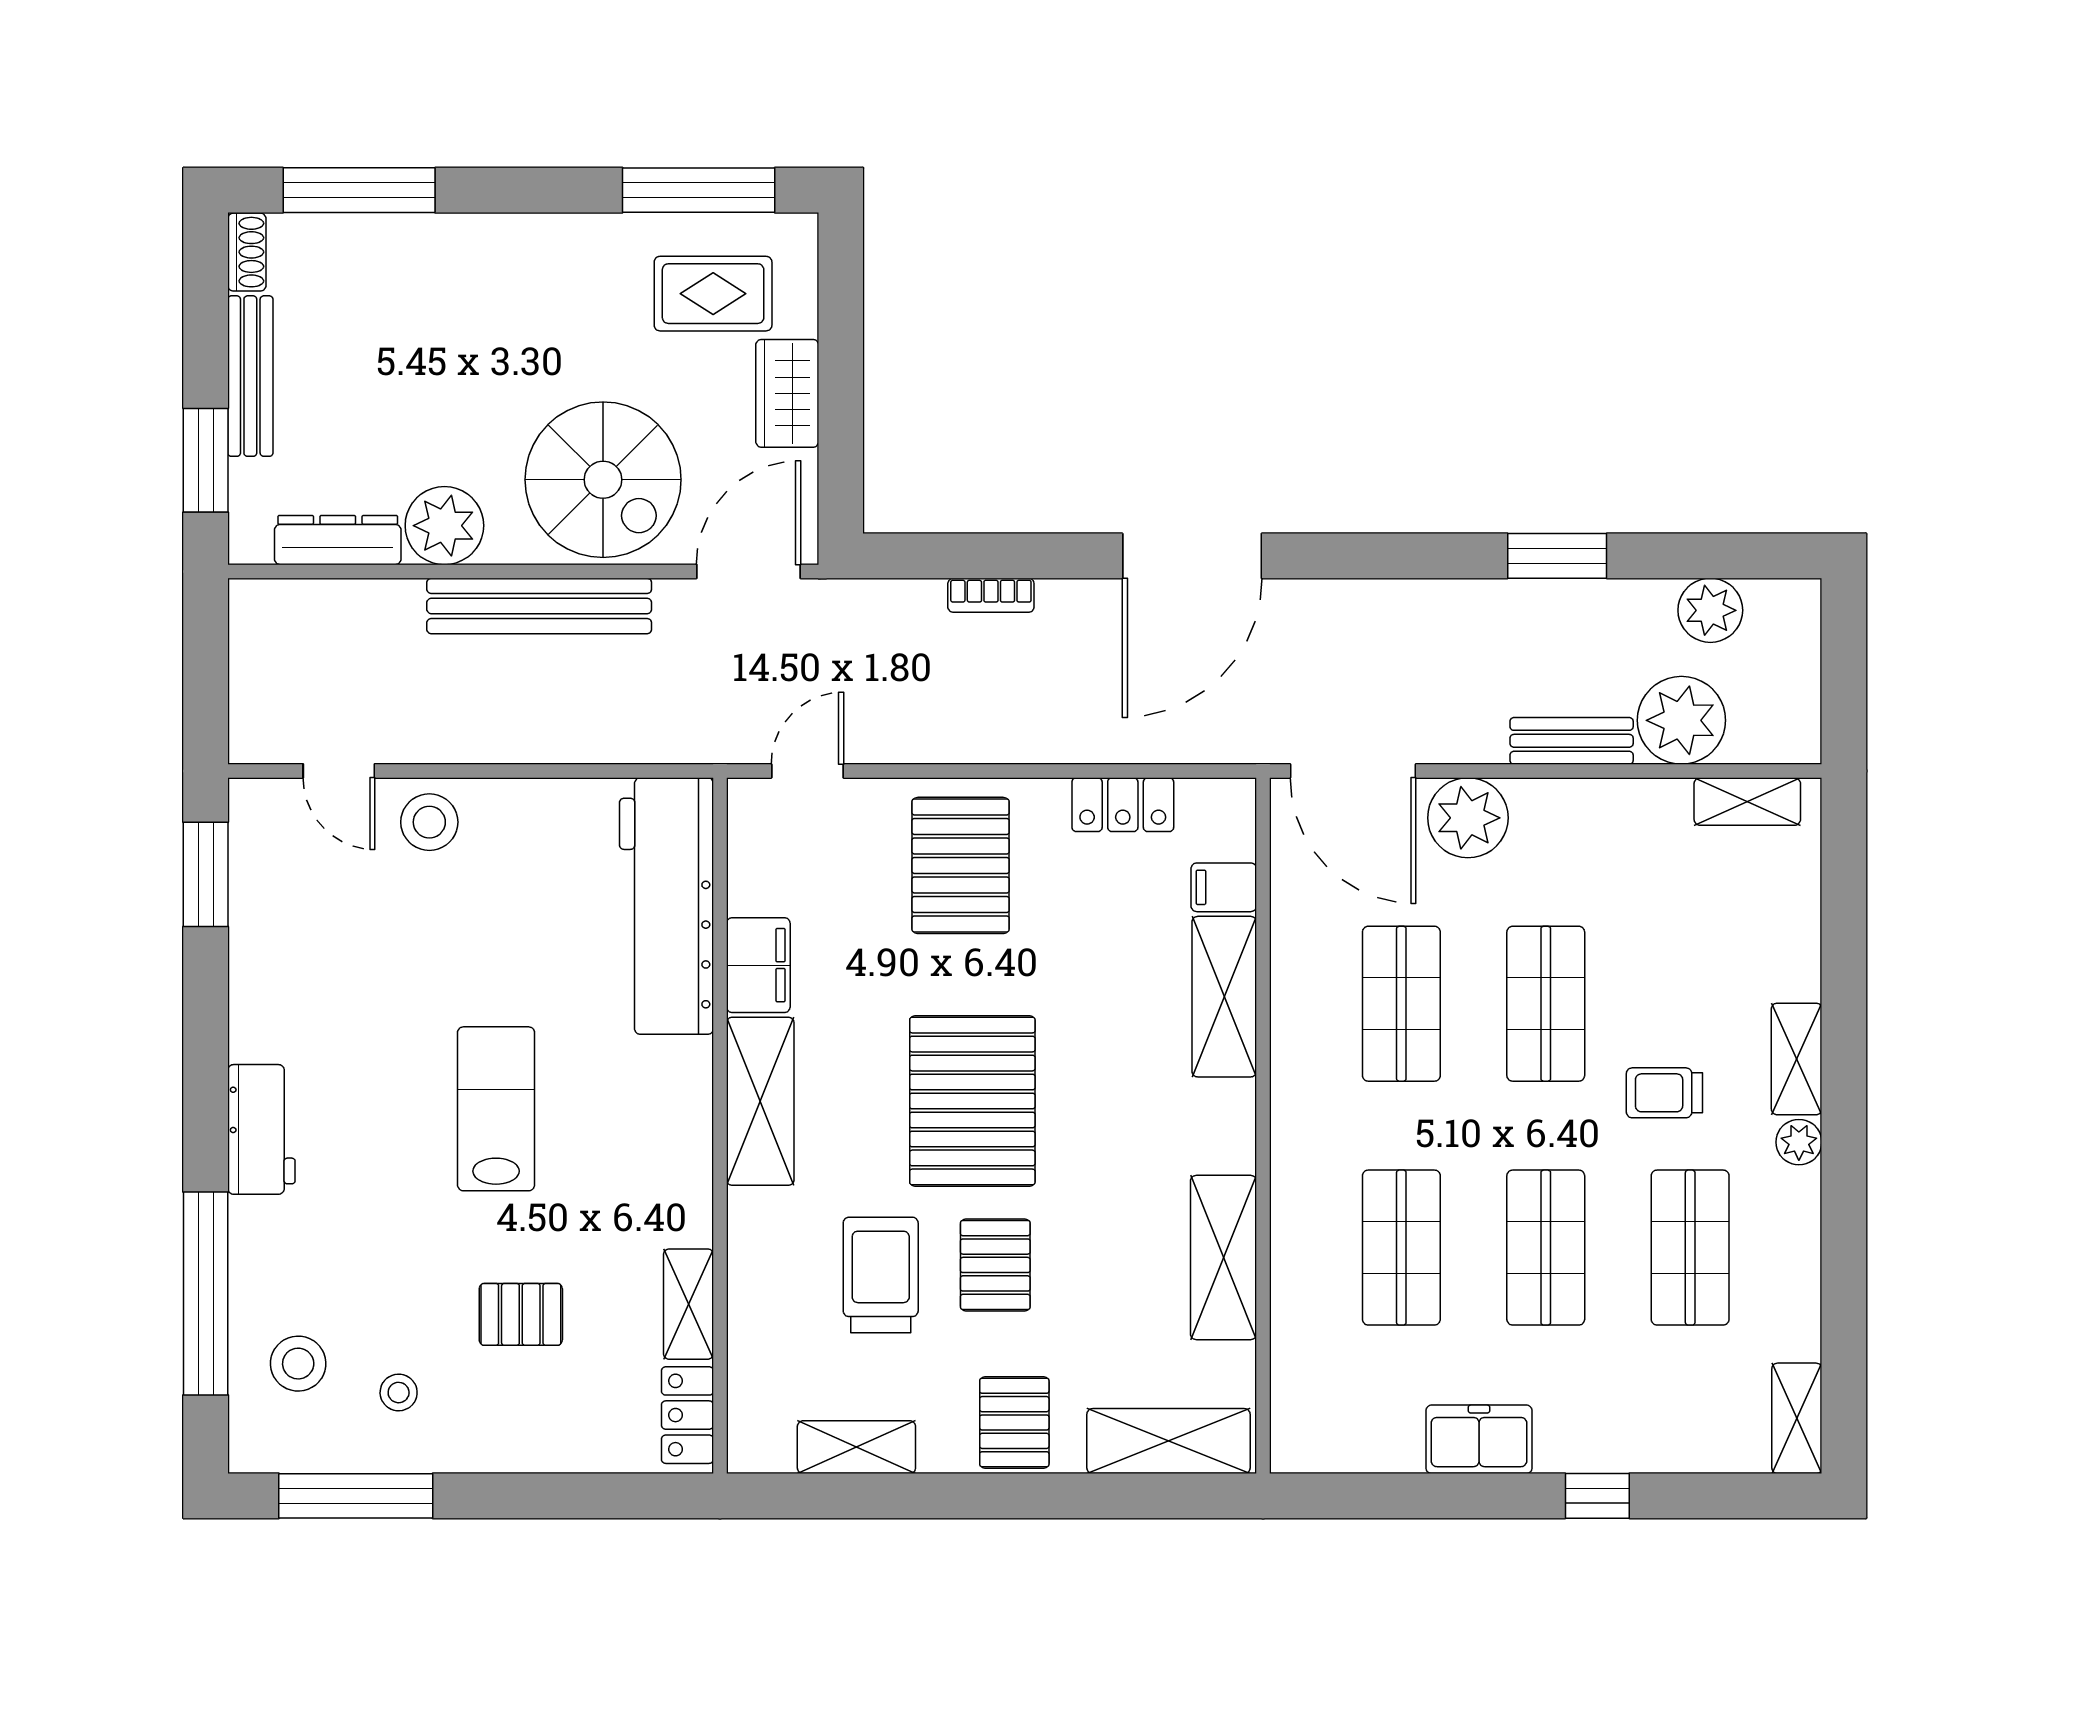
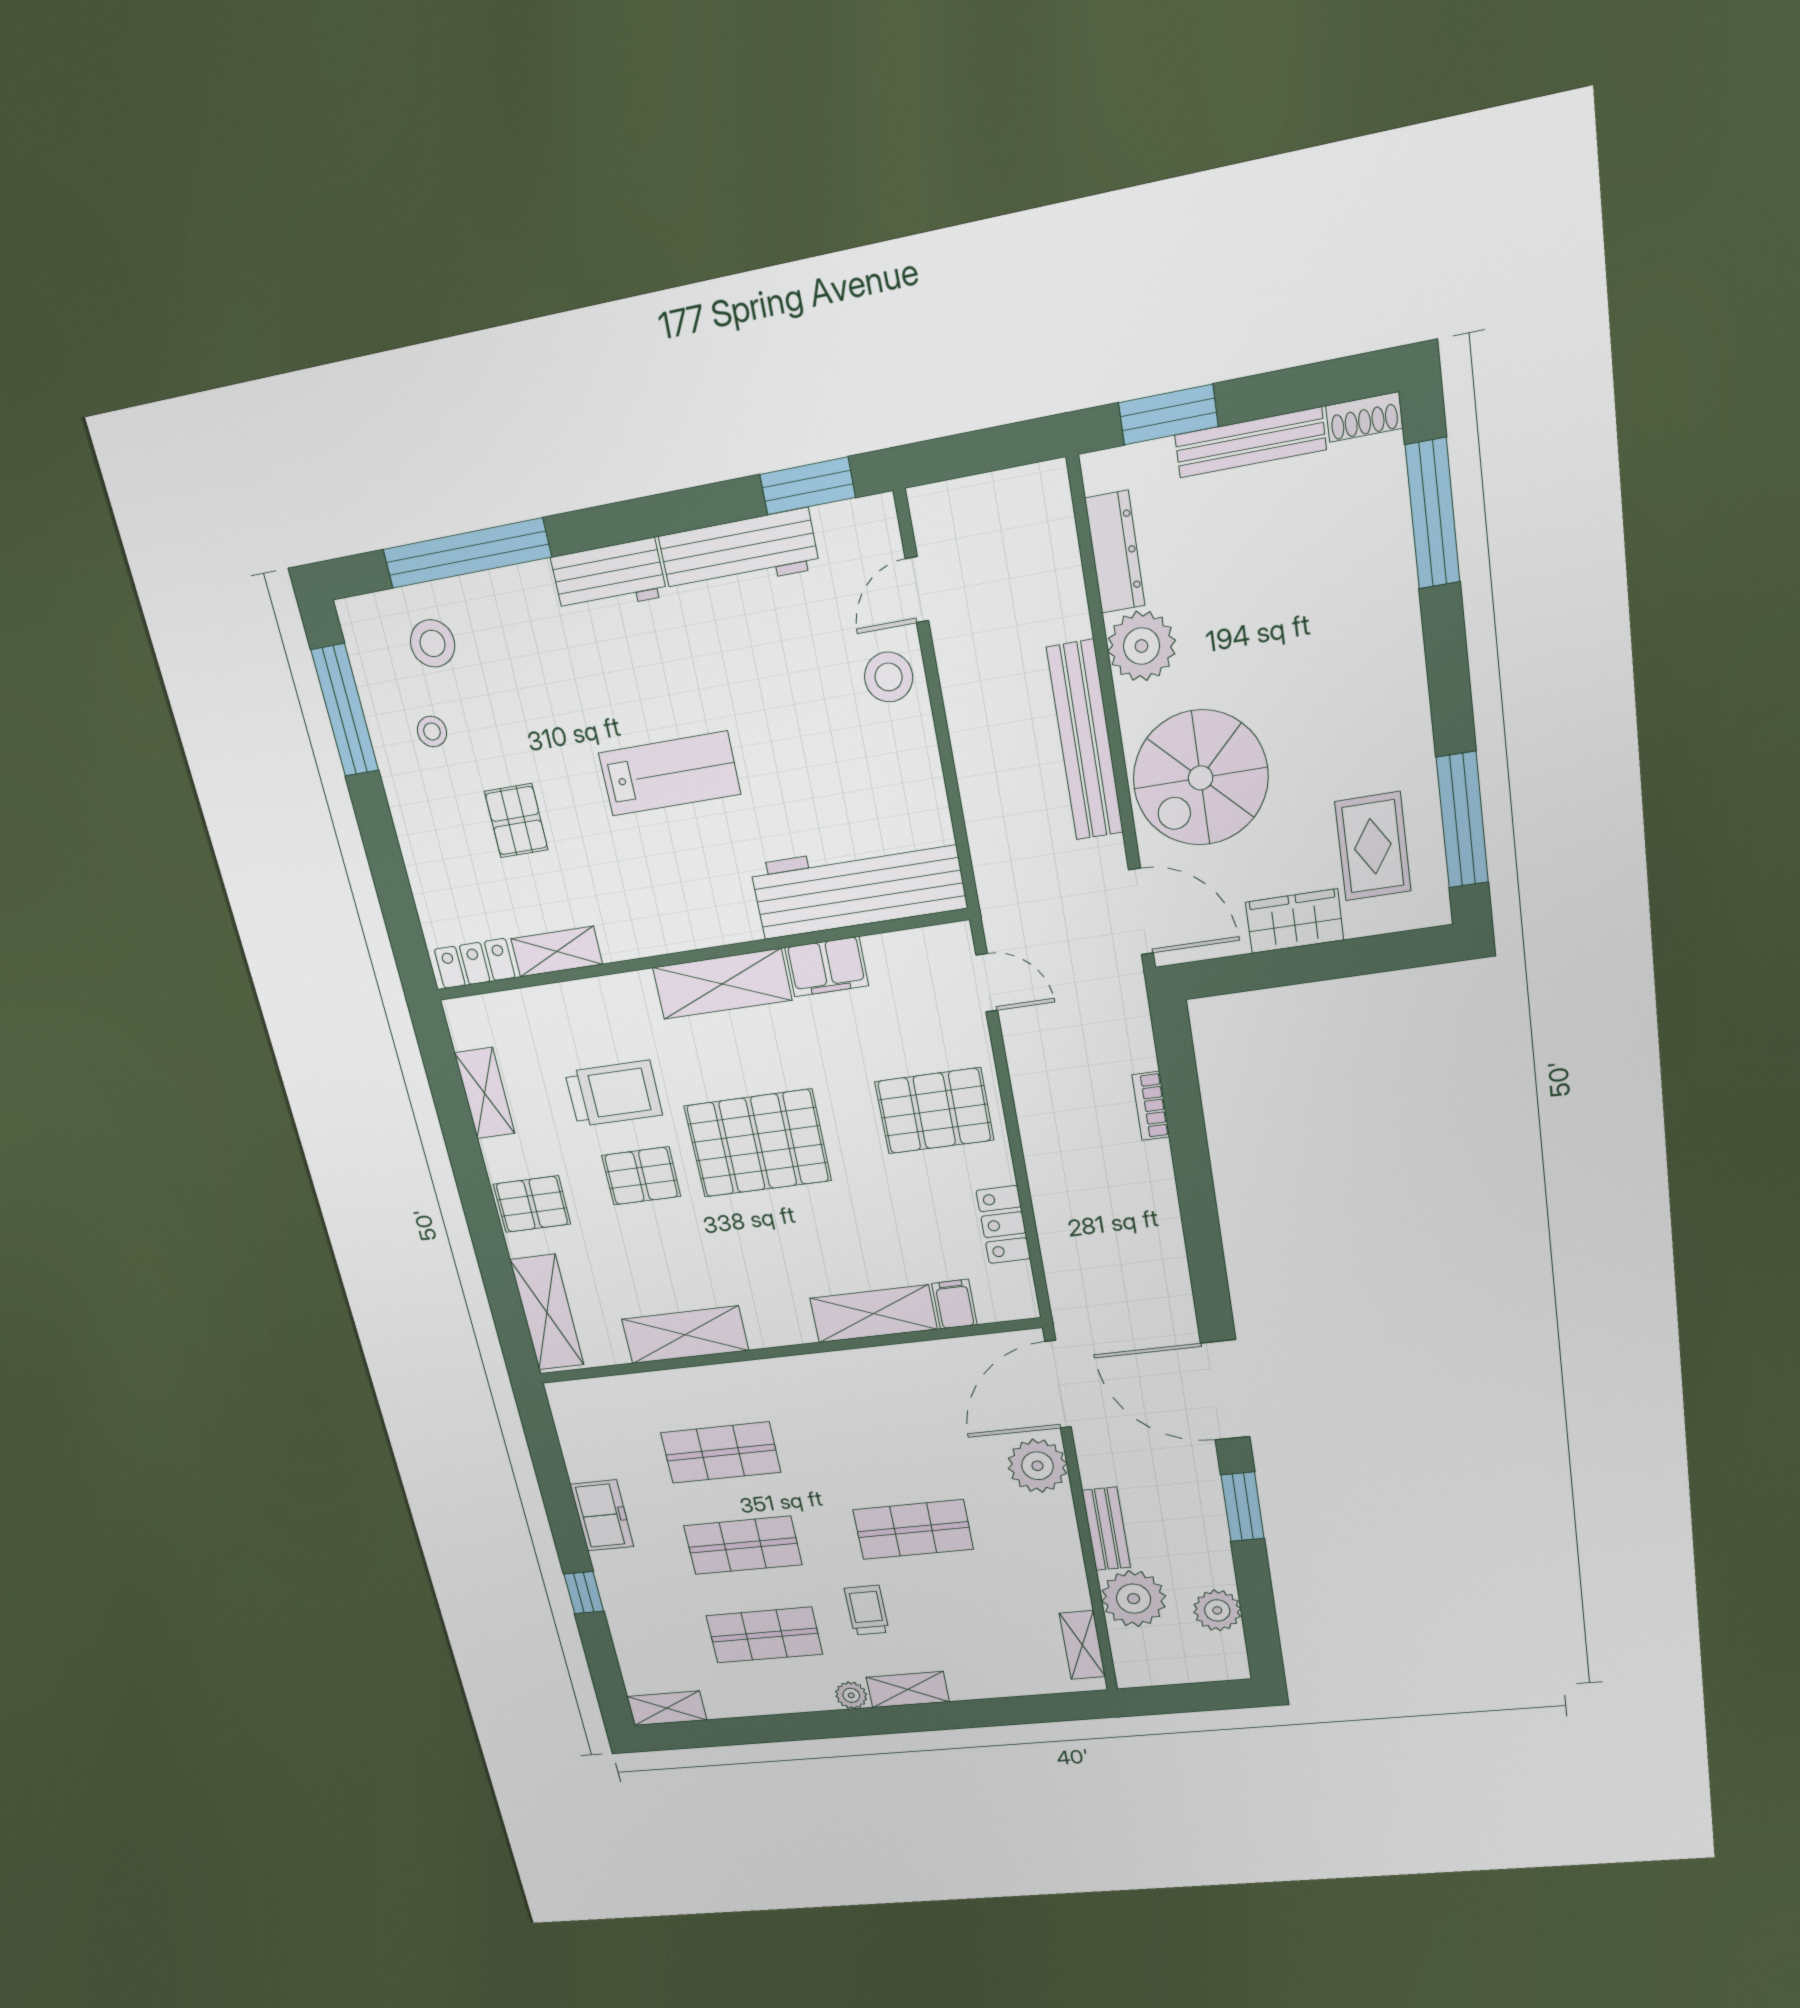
door: (1192, 556) -> (1225, 1390), moved
workbench: (262, 969) -> (739, 552), added
shop shelf: (1401, 1004) -> (893, 1435), removed

